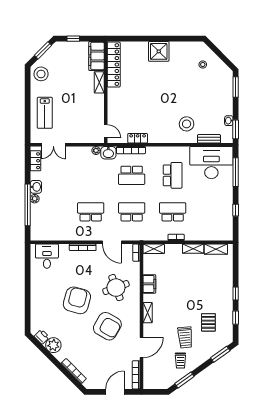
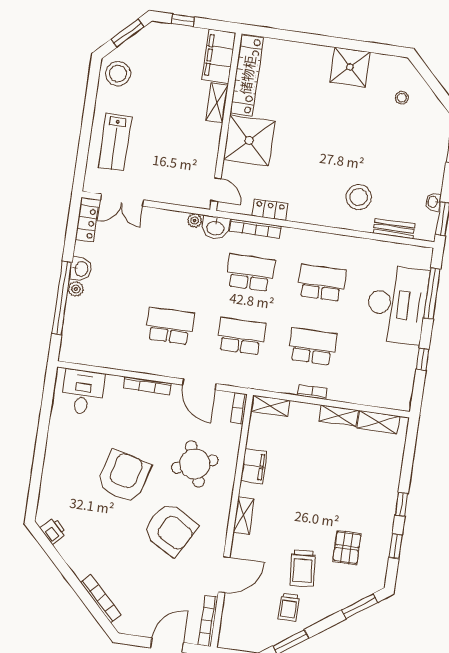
shower: (159, 51) -> (350, 67), moved
shower: (120, 101) -> (249, 140), added
desk: (211, 163) -> (397, 304), moved, turned 90
school desk: (132, 175) -> (250, 273), turned 180
school desk: (173, 175) -> (322, 283), turned -90
plant: (53, 345) -> (72, 549), removed

